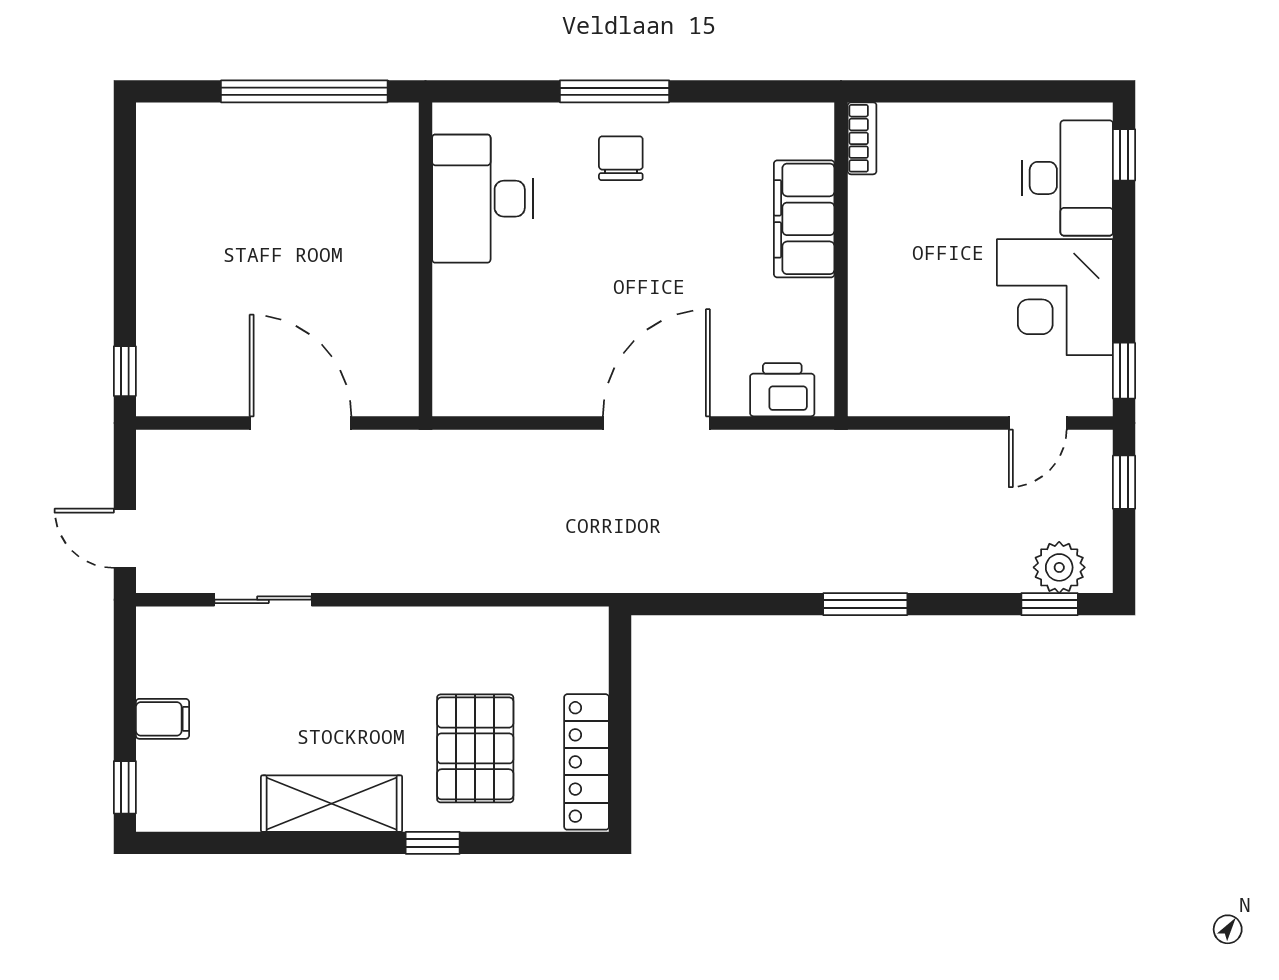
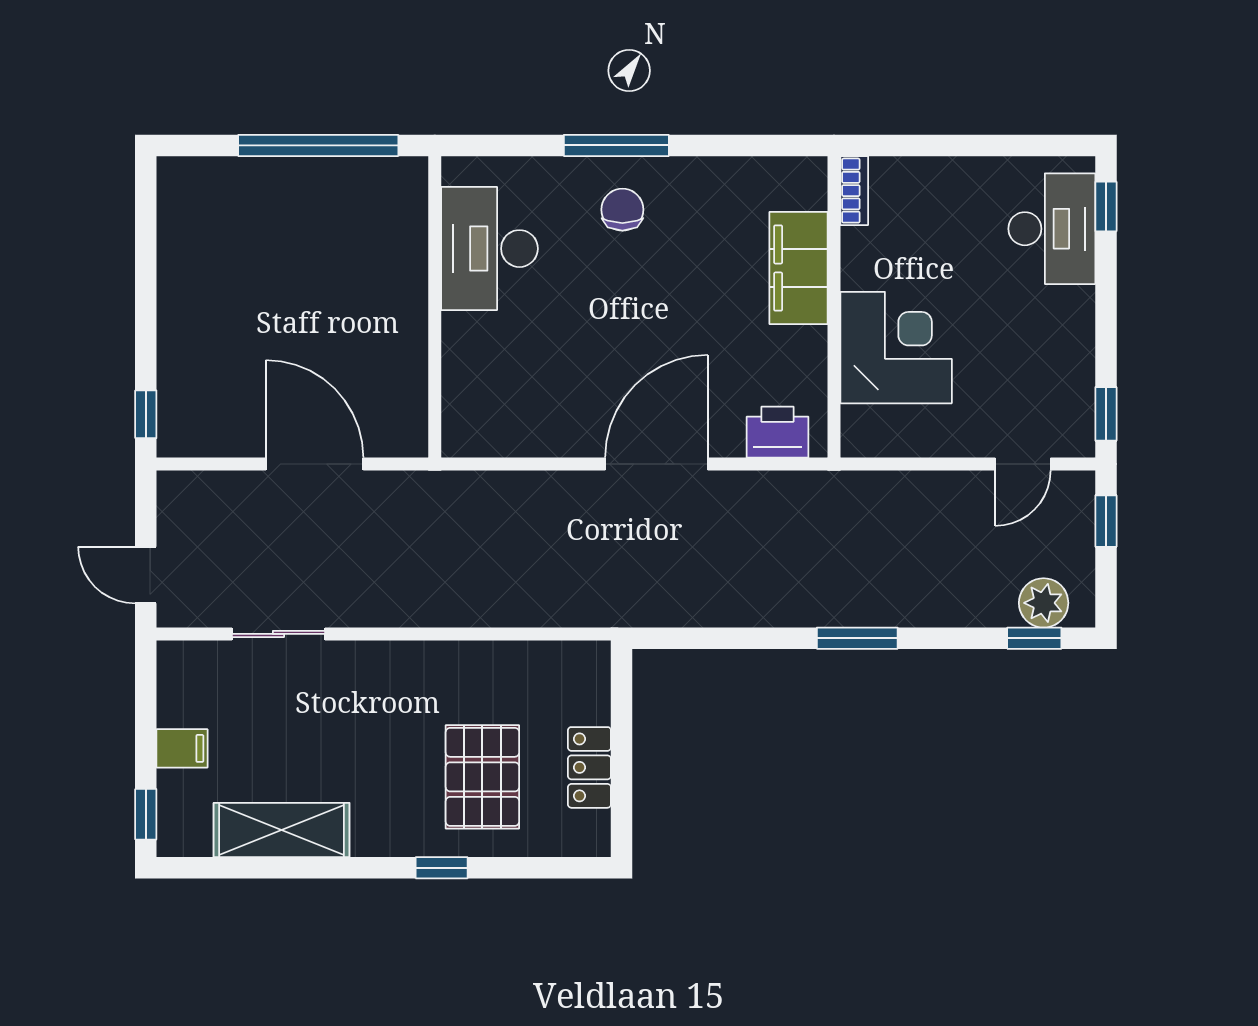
corner desk: (1055, 297) -> (896, 348), moved, turned 180
locker: (587, 762) -> (589, 767), width x0.66
shelving: (332, 804) -> (282, 830), moved

